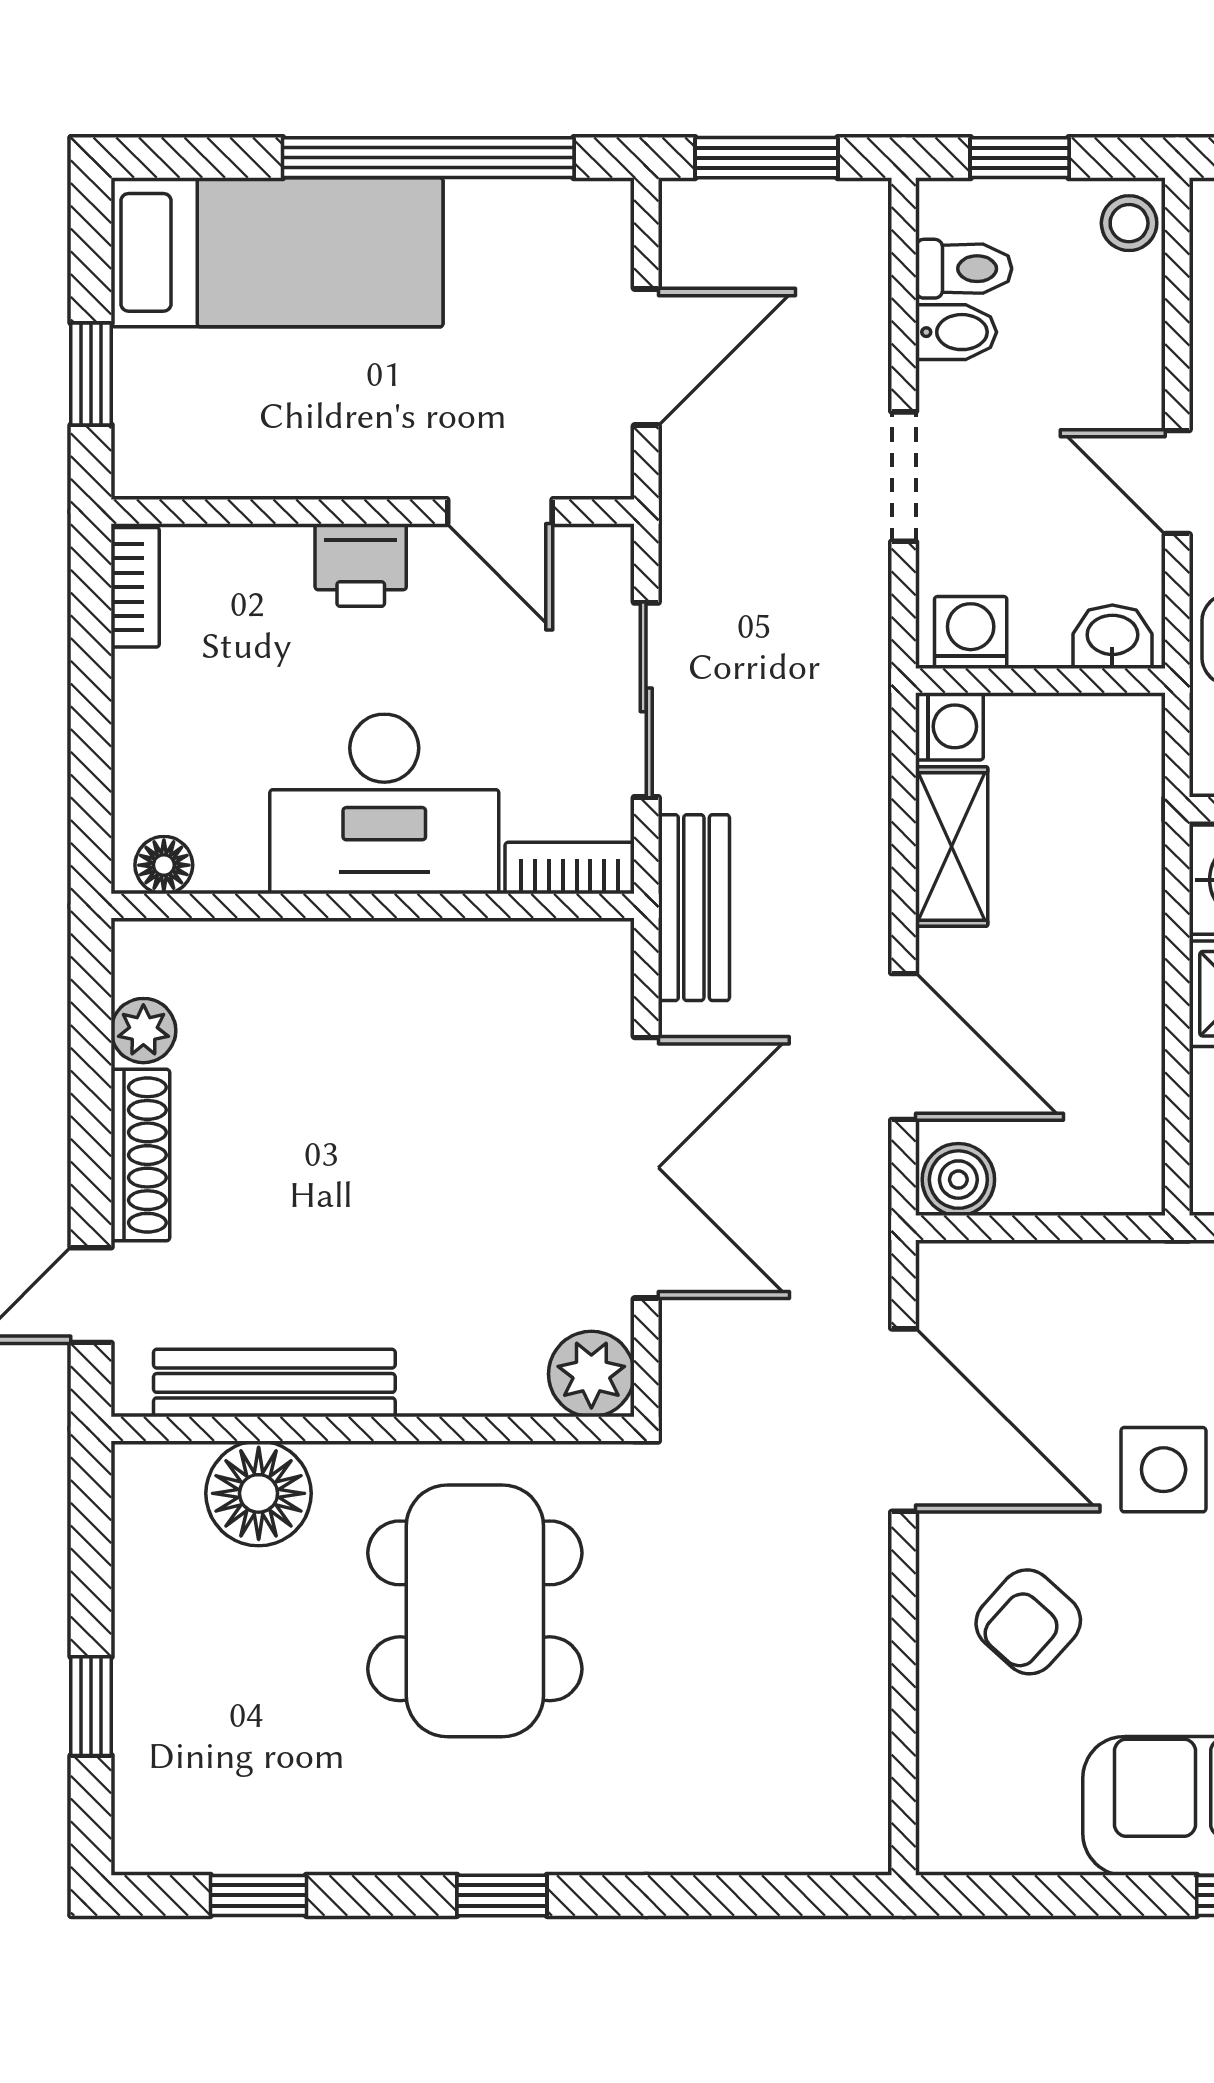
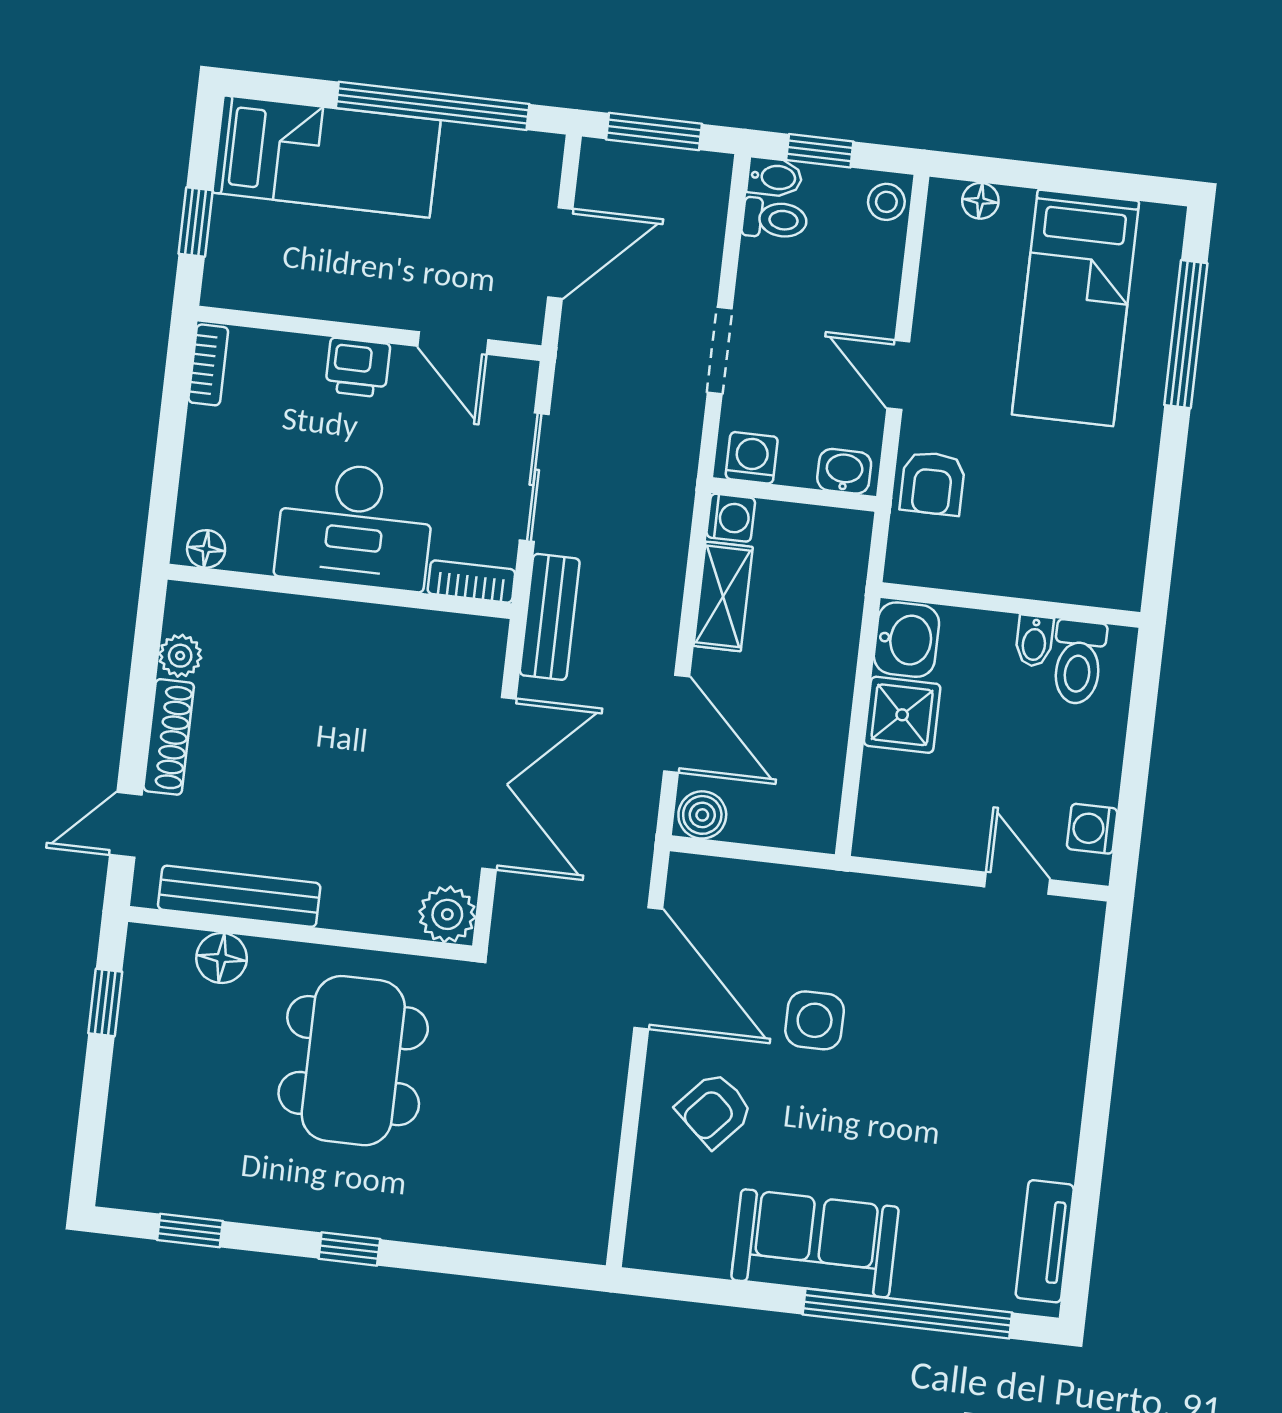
bidet: (956, 332) -> (775, 177), moved
floor lamp: (259, 1493) -> (222, 958), width x0.73, depth x0.73
window: (91, 1706) -> (105, 1002), moved

